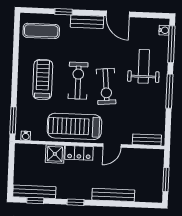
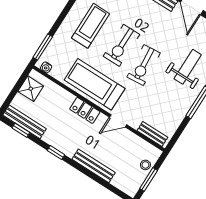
exercise bike: (78, 81) -> (121, 45), turned 180
shower: (55, 154) -> (31, 89), moved
stool: (156, 169) -> (145, 165), added

